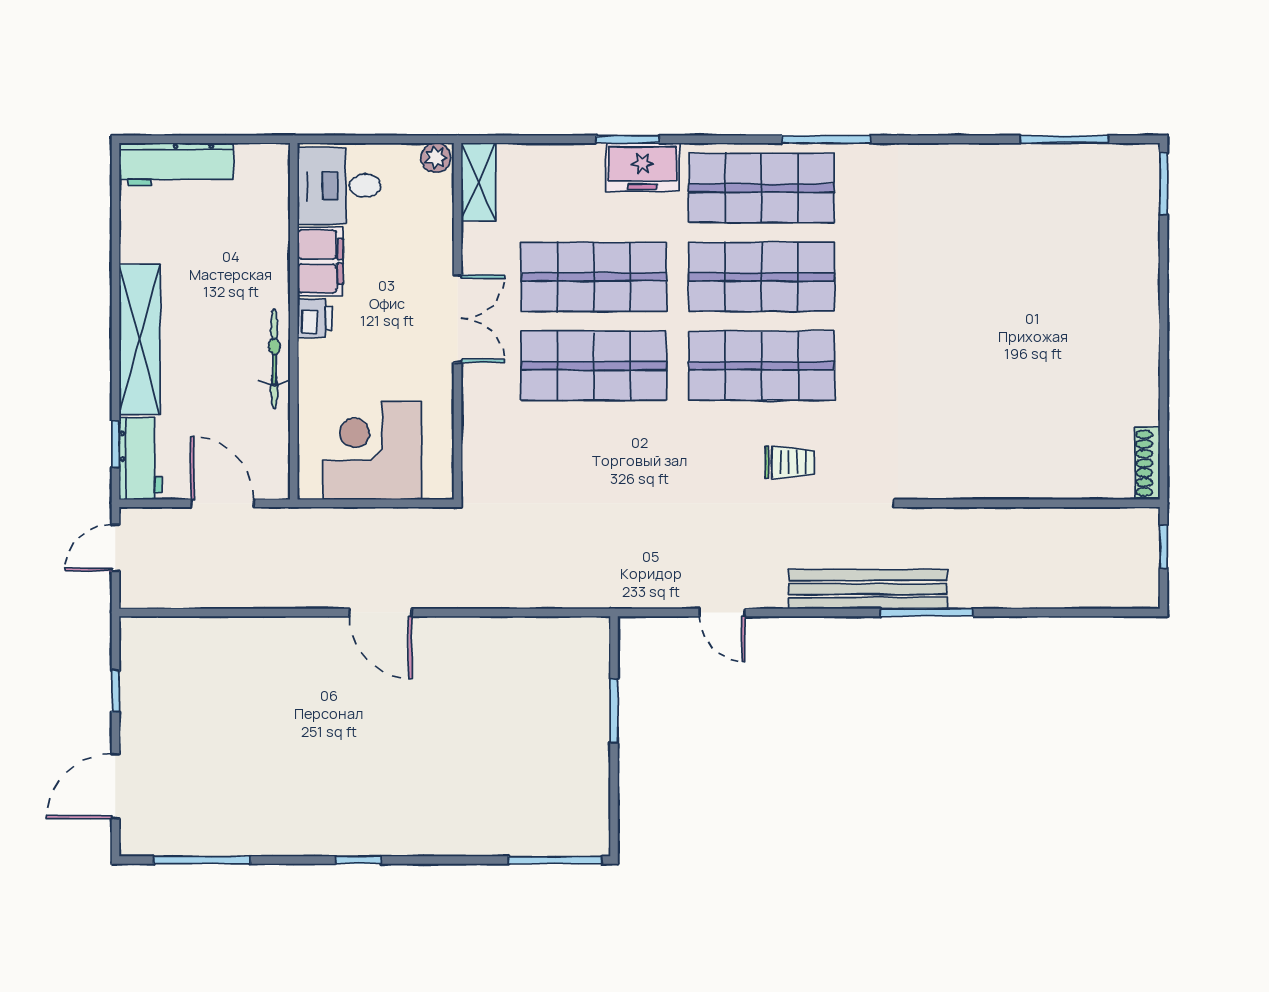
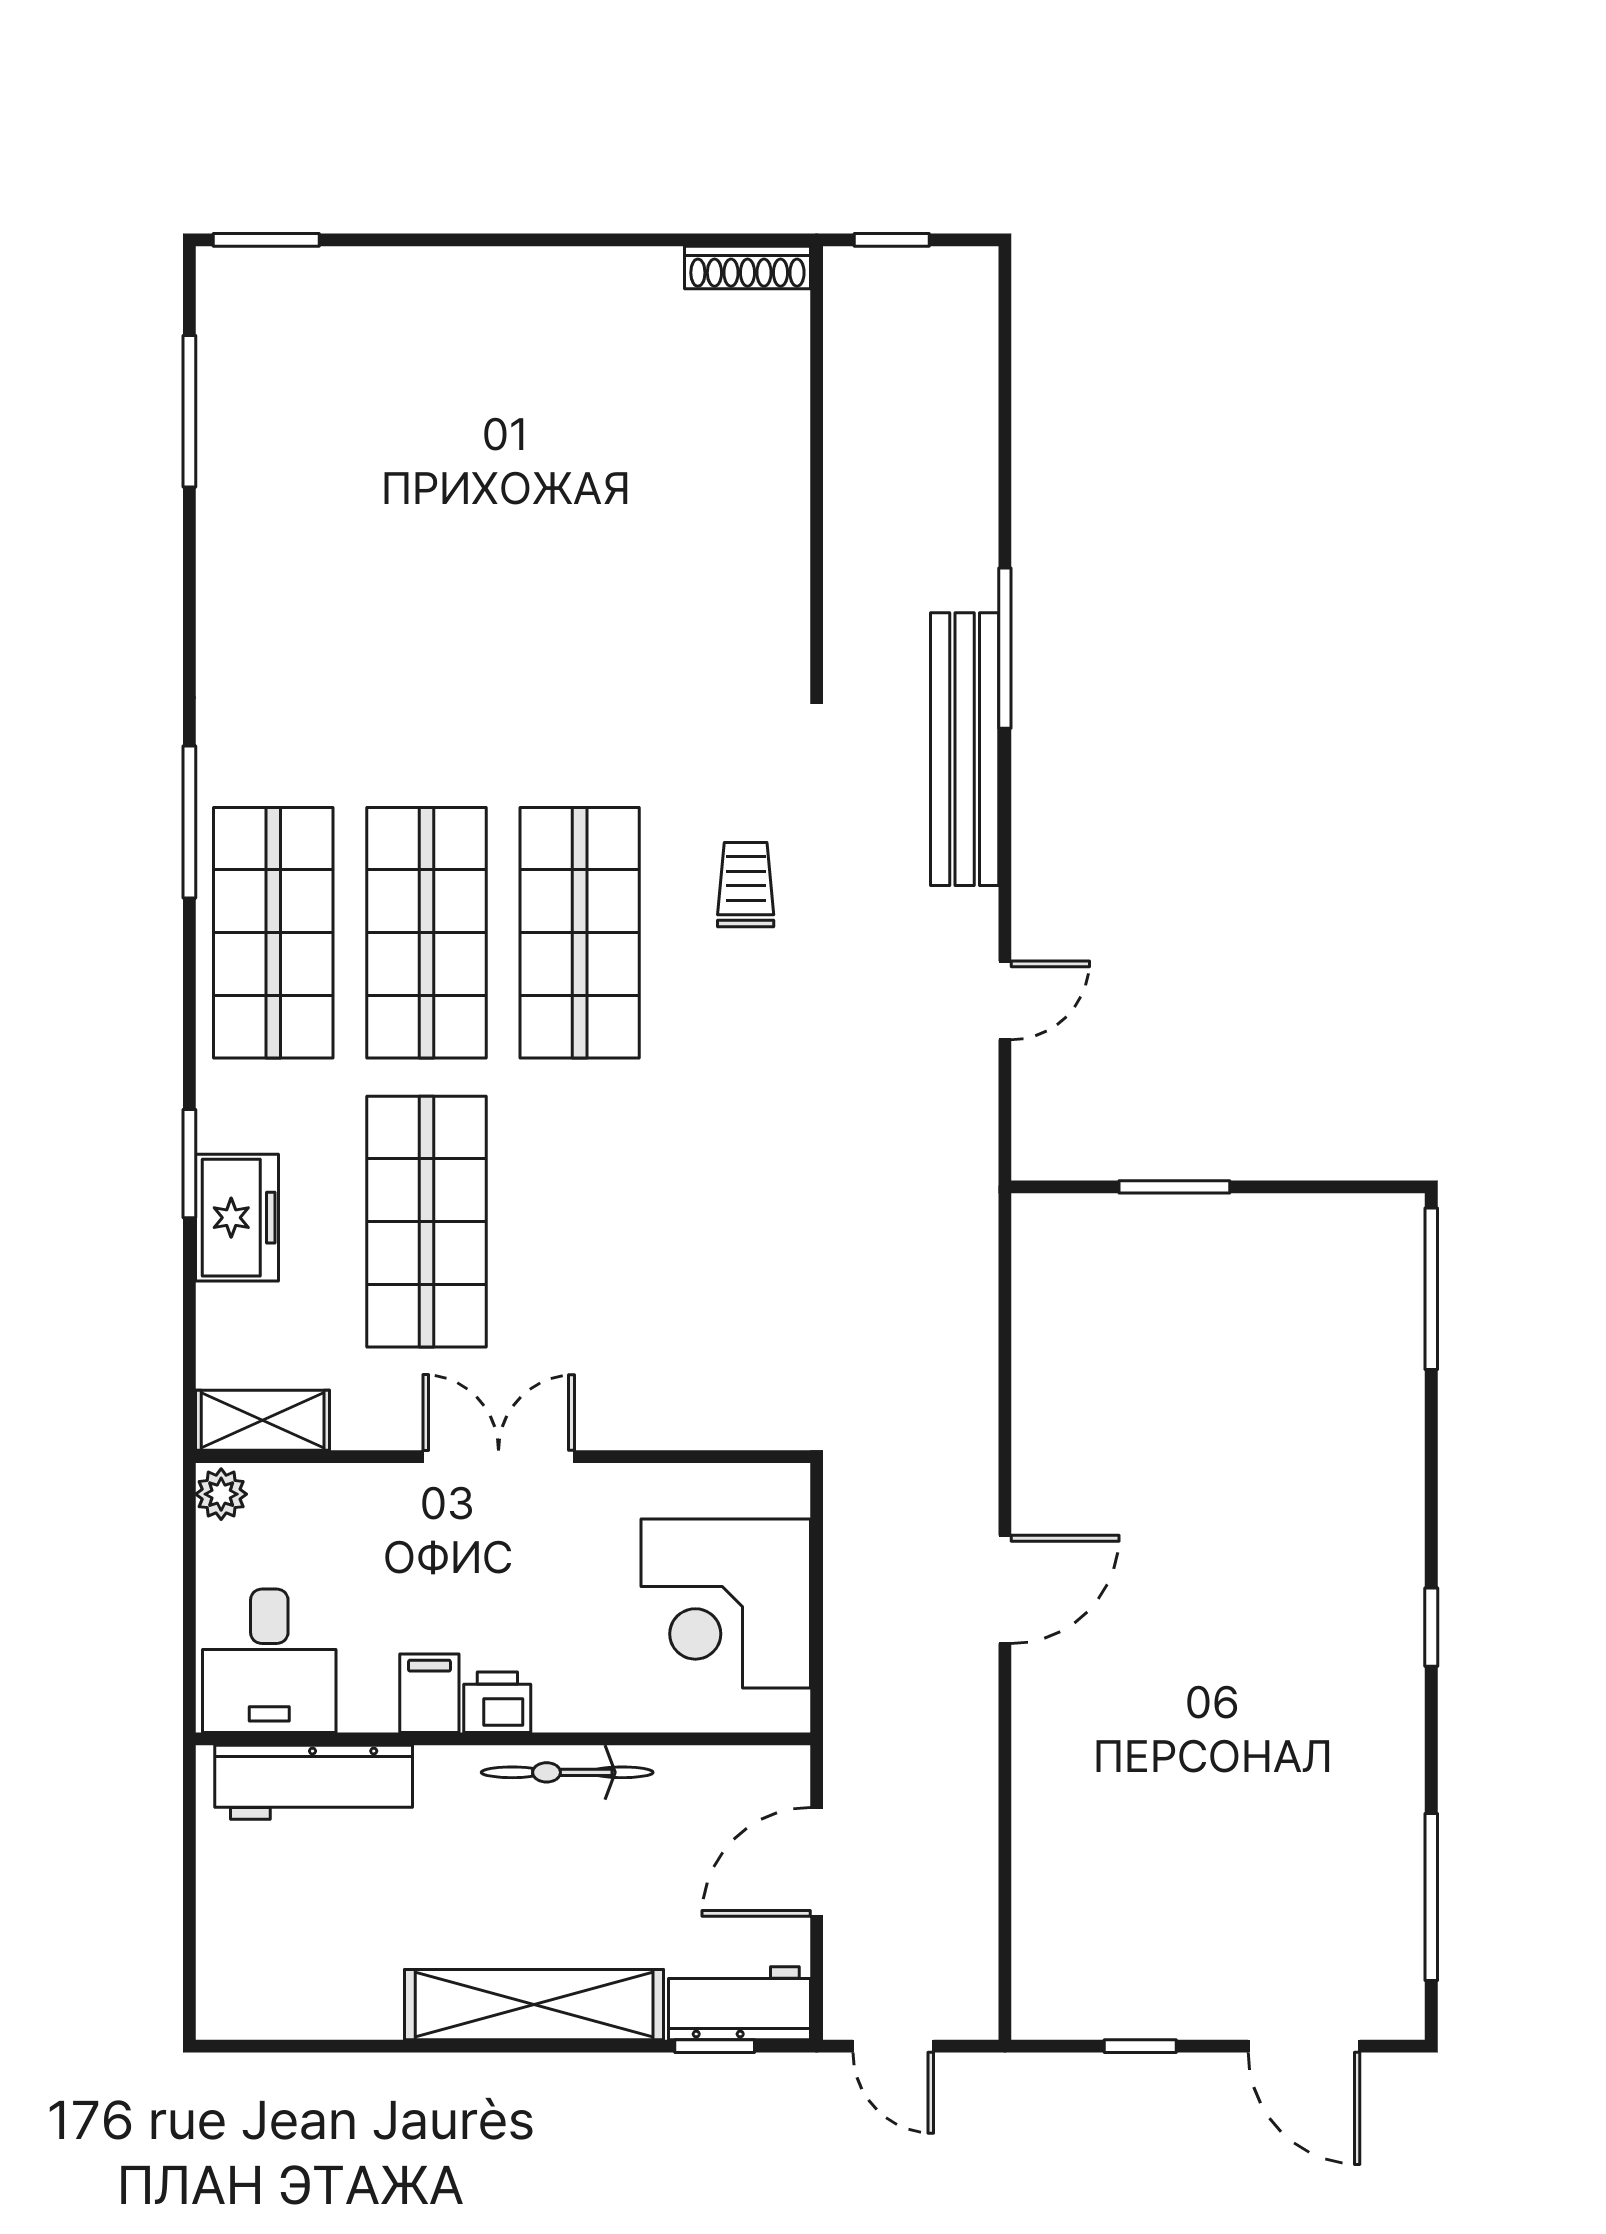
workbench: (176, 165) -> (314, 1782), moved, turned 90
freezer: (643, 167) -> (237, 1218), moved
filing cabinet: (320, 261) -> (429, 1693), width x0.50
shop shelf: (594, 366) -> (580, 1222), removed

